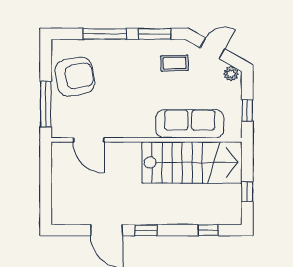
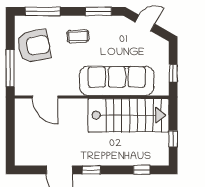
window: (105, 34) -> (43, 11), moved
coffee table: (174, 63) -> (78, 36), moved
plant: (231, 74) -> (160, 44), removed
sofa: (190, 124) -> (117, 81), width x1.36, depth x1.27

